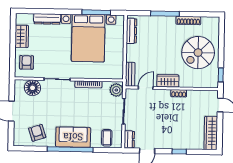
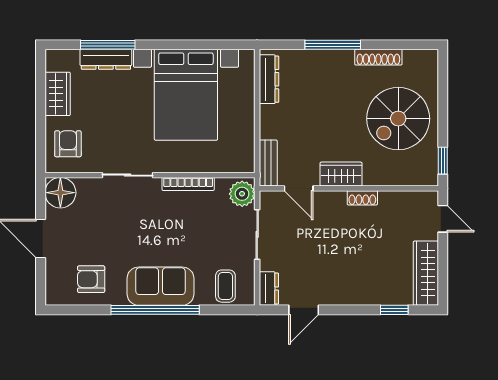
window: (96, 12) -> (108, 45), moved
floor lamp: (33, 88) -> (60, 193), moved
door: (146, 88) -> (299, 188), swing flipped
armchair: (37, 133) -> (91, 279), turned -72
window: (179, 151) -> (394, 310), moved

